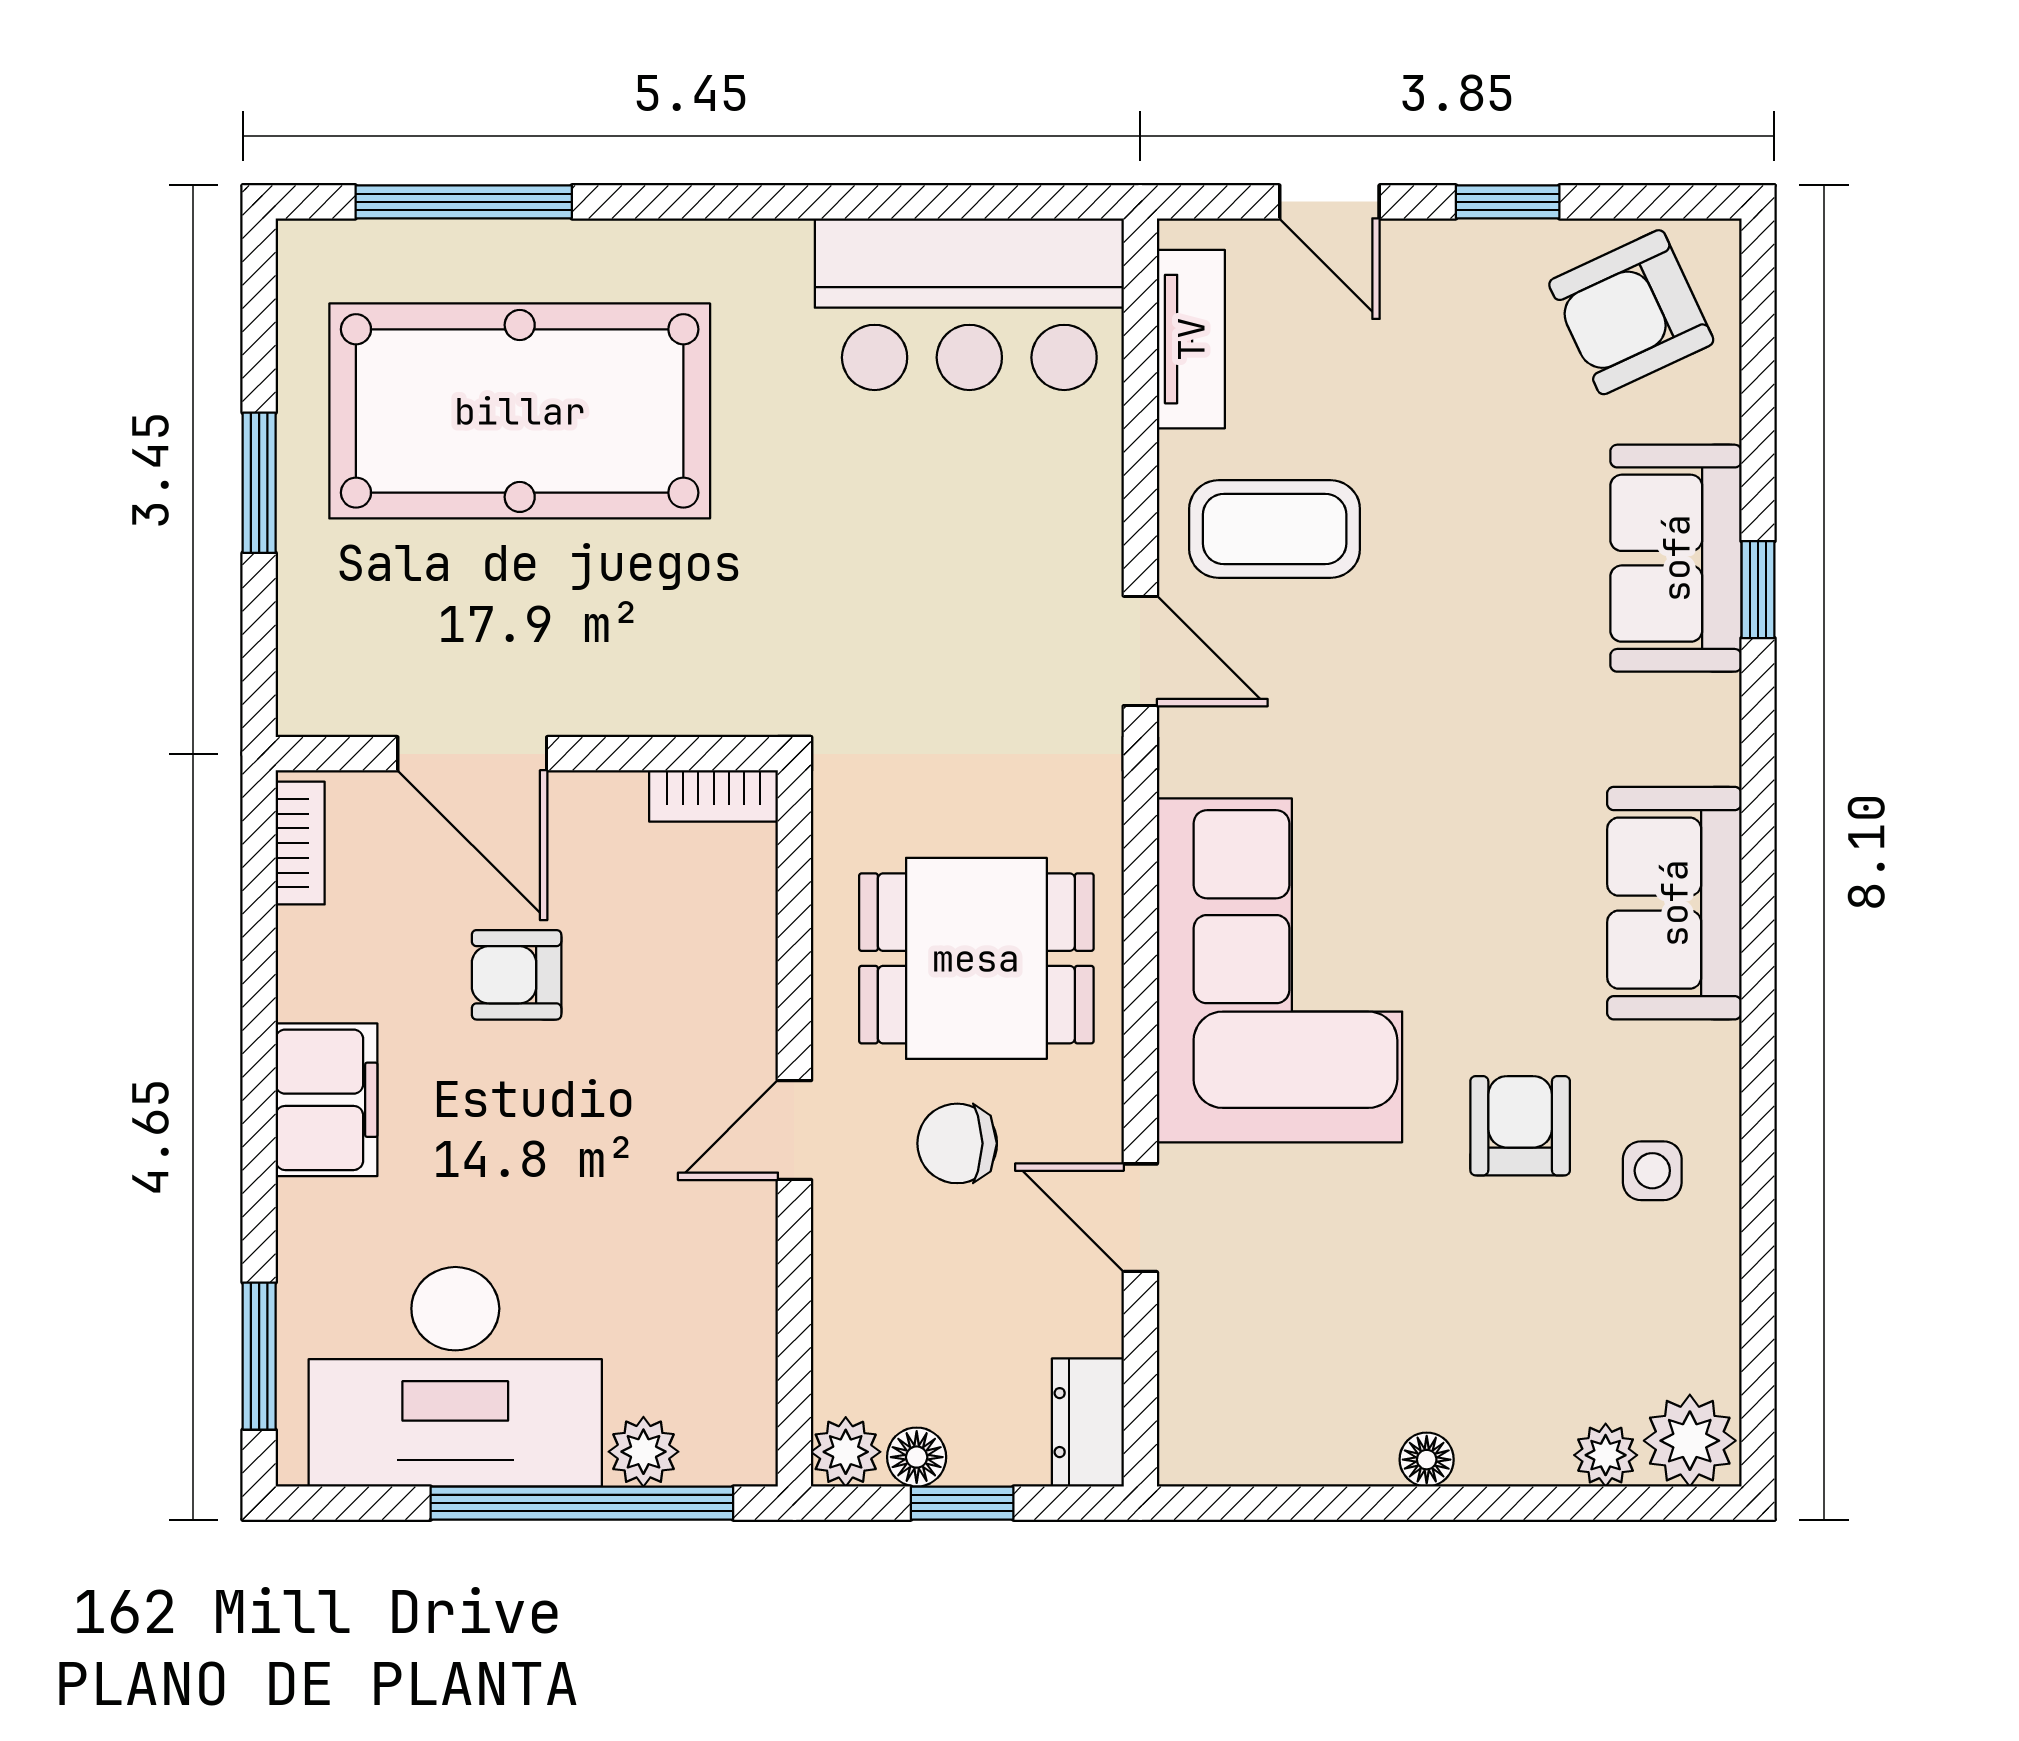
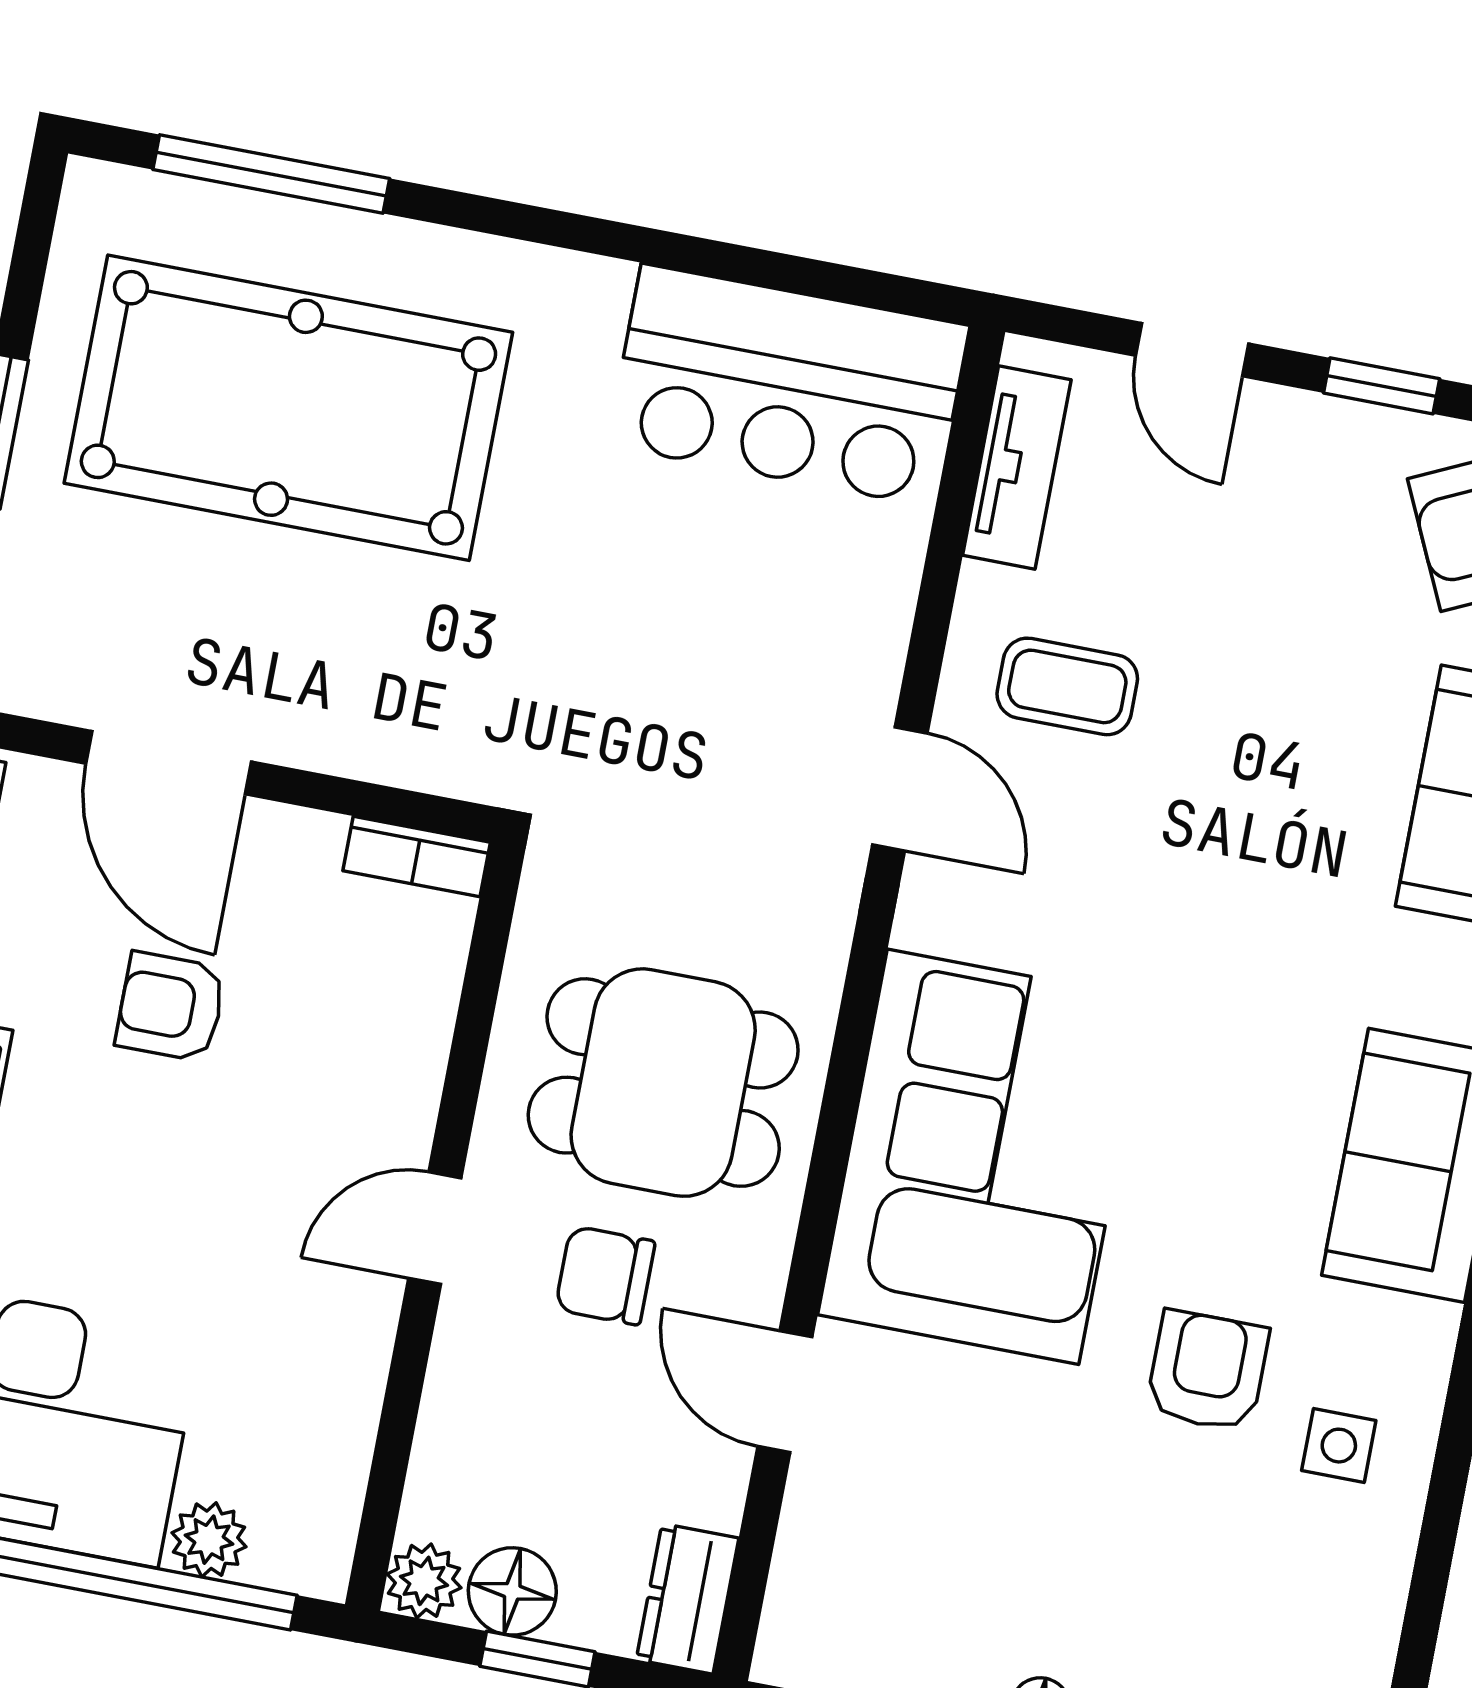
coffee table: (1275, 529) -> (1067, 686), width x0.73, depth x0.77
floor lamp: (917, 1457) -> (512, 1591), width x1.37, depth x1.37

